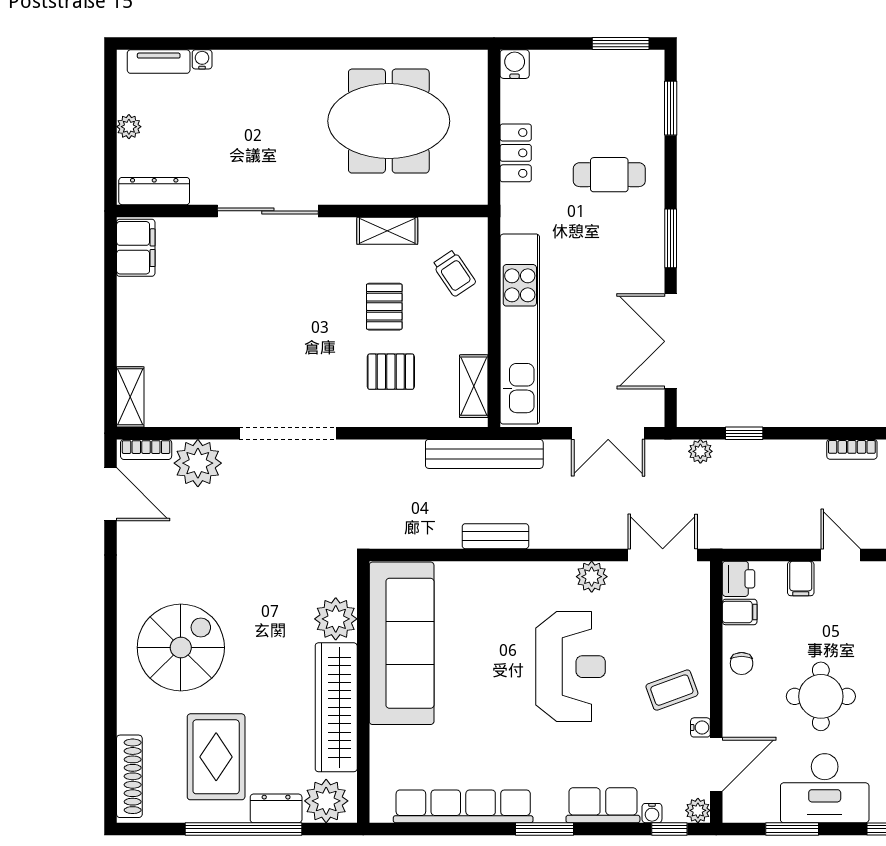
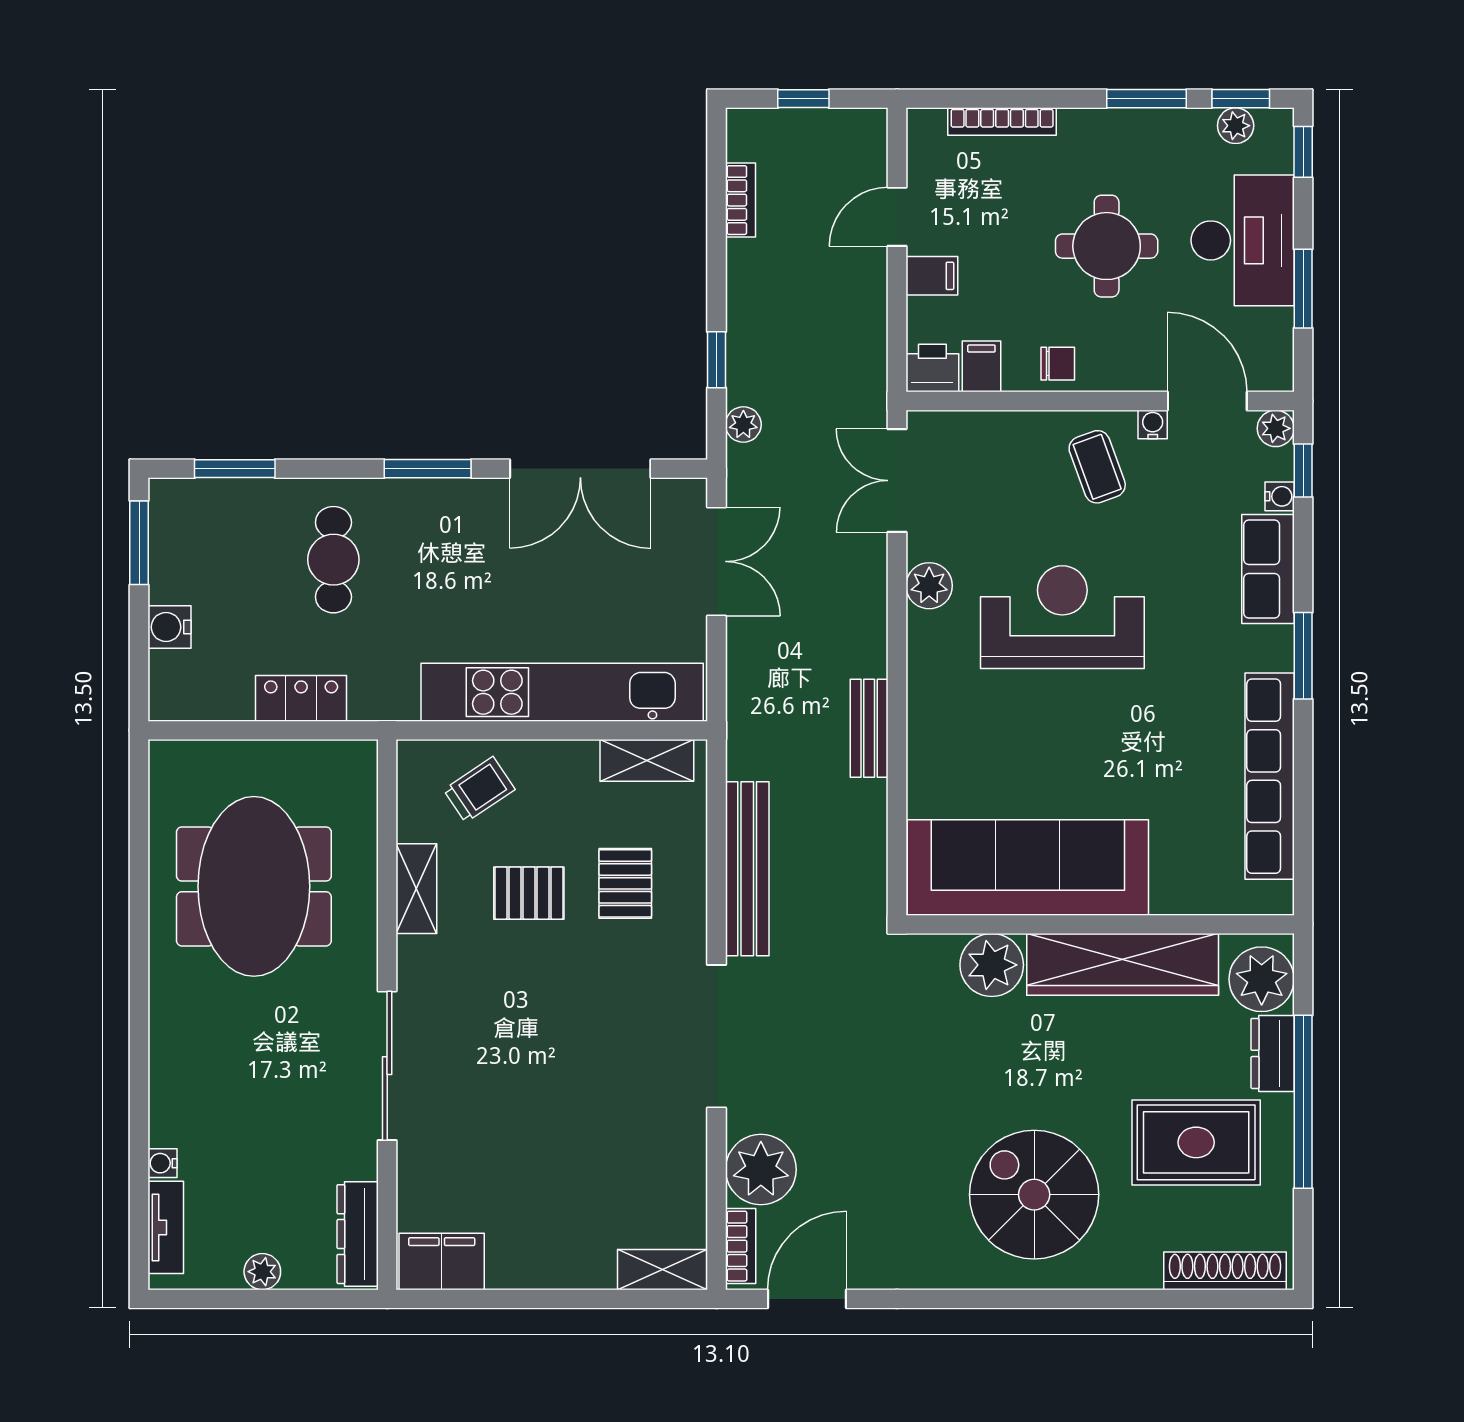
water cooler: (515, 64) -> (169, 627), moved
bench: (484, 454) -> (747, 869), moved

